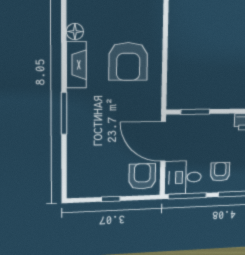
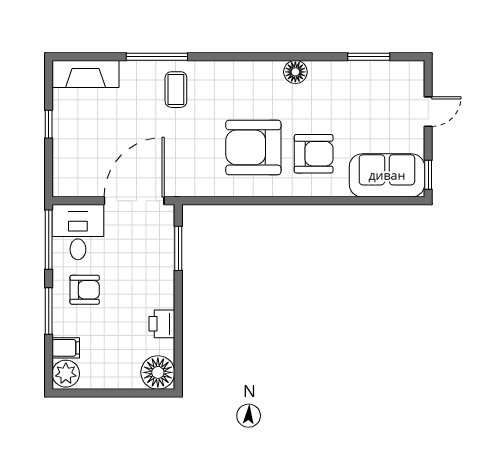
fireplace: (76, 65) -> (86, 74), moved
window: (64, 113) -> (157, 57), moved
coffee table: (87, 115) -> (176, 90), added
armchair: (142, 176) -> (314, 154), moved

